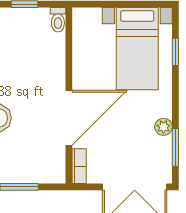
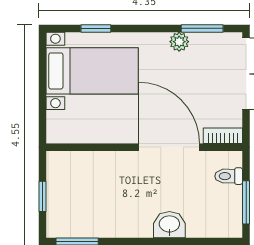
toilet: (58, 20) -> (229, 176), moved, turned 180

